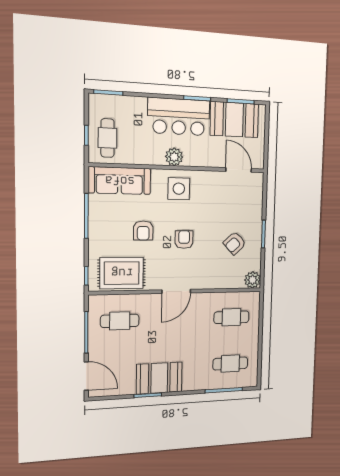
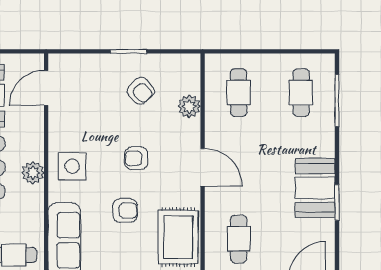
plant: (253, 280) -> (189, 106), moved

